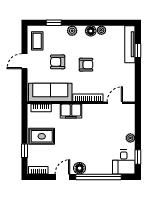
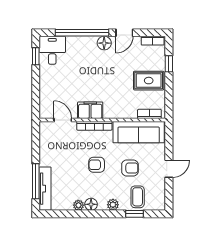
coffee table: (37, 41) -> (138, 197), moved
window: (138, 51) -> (36, 181), width x2.17
door: (115, 103) -> (63, 120), swing flipped
filing cabinet: (71, 111) -> (90, 110), moved
plant: (130, 138) -> (44, 79), removed

